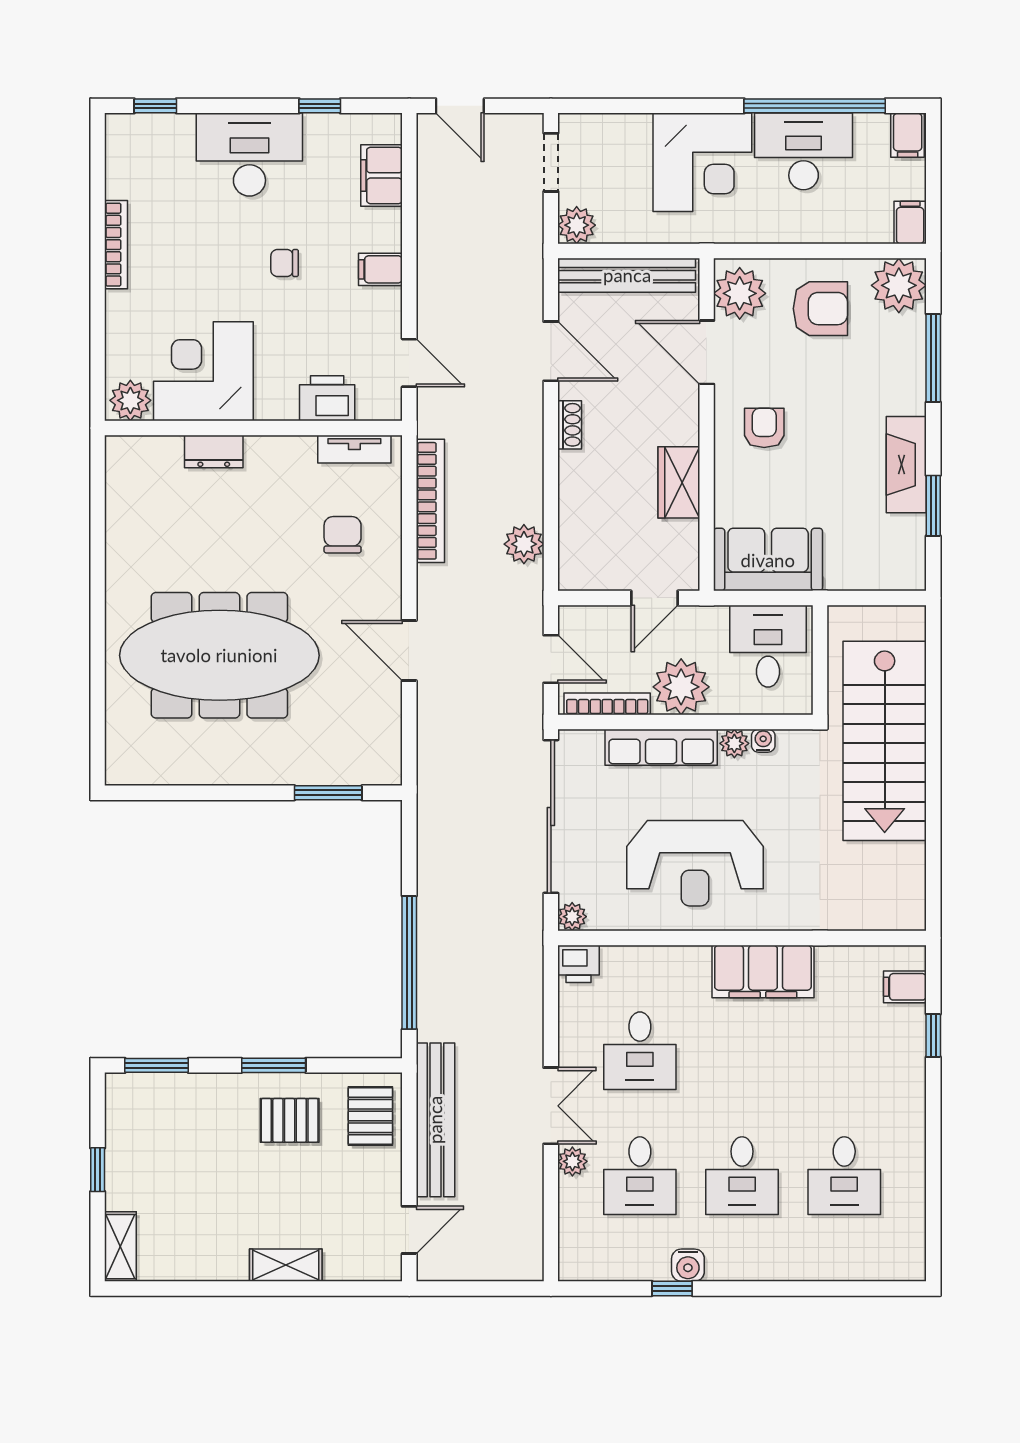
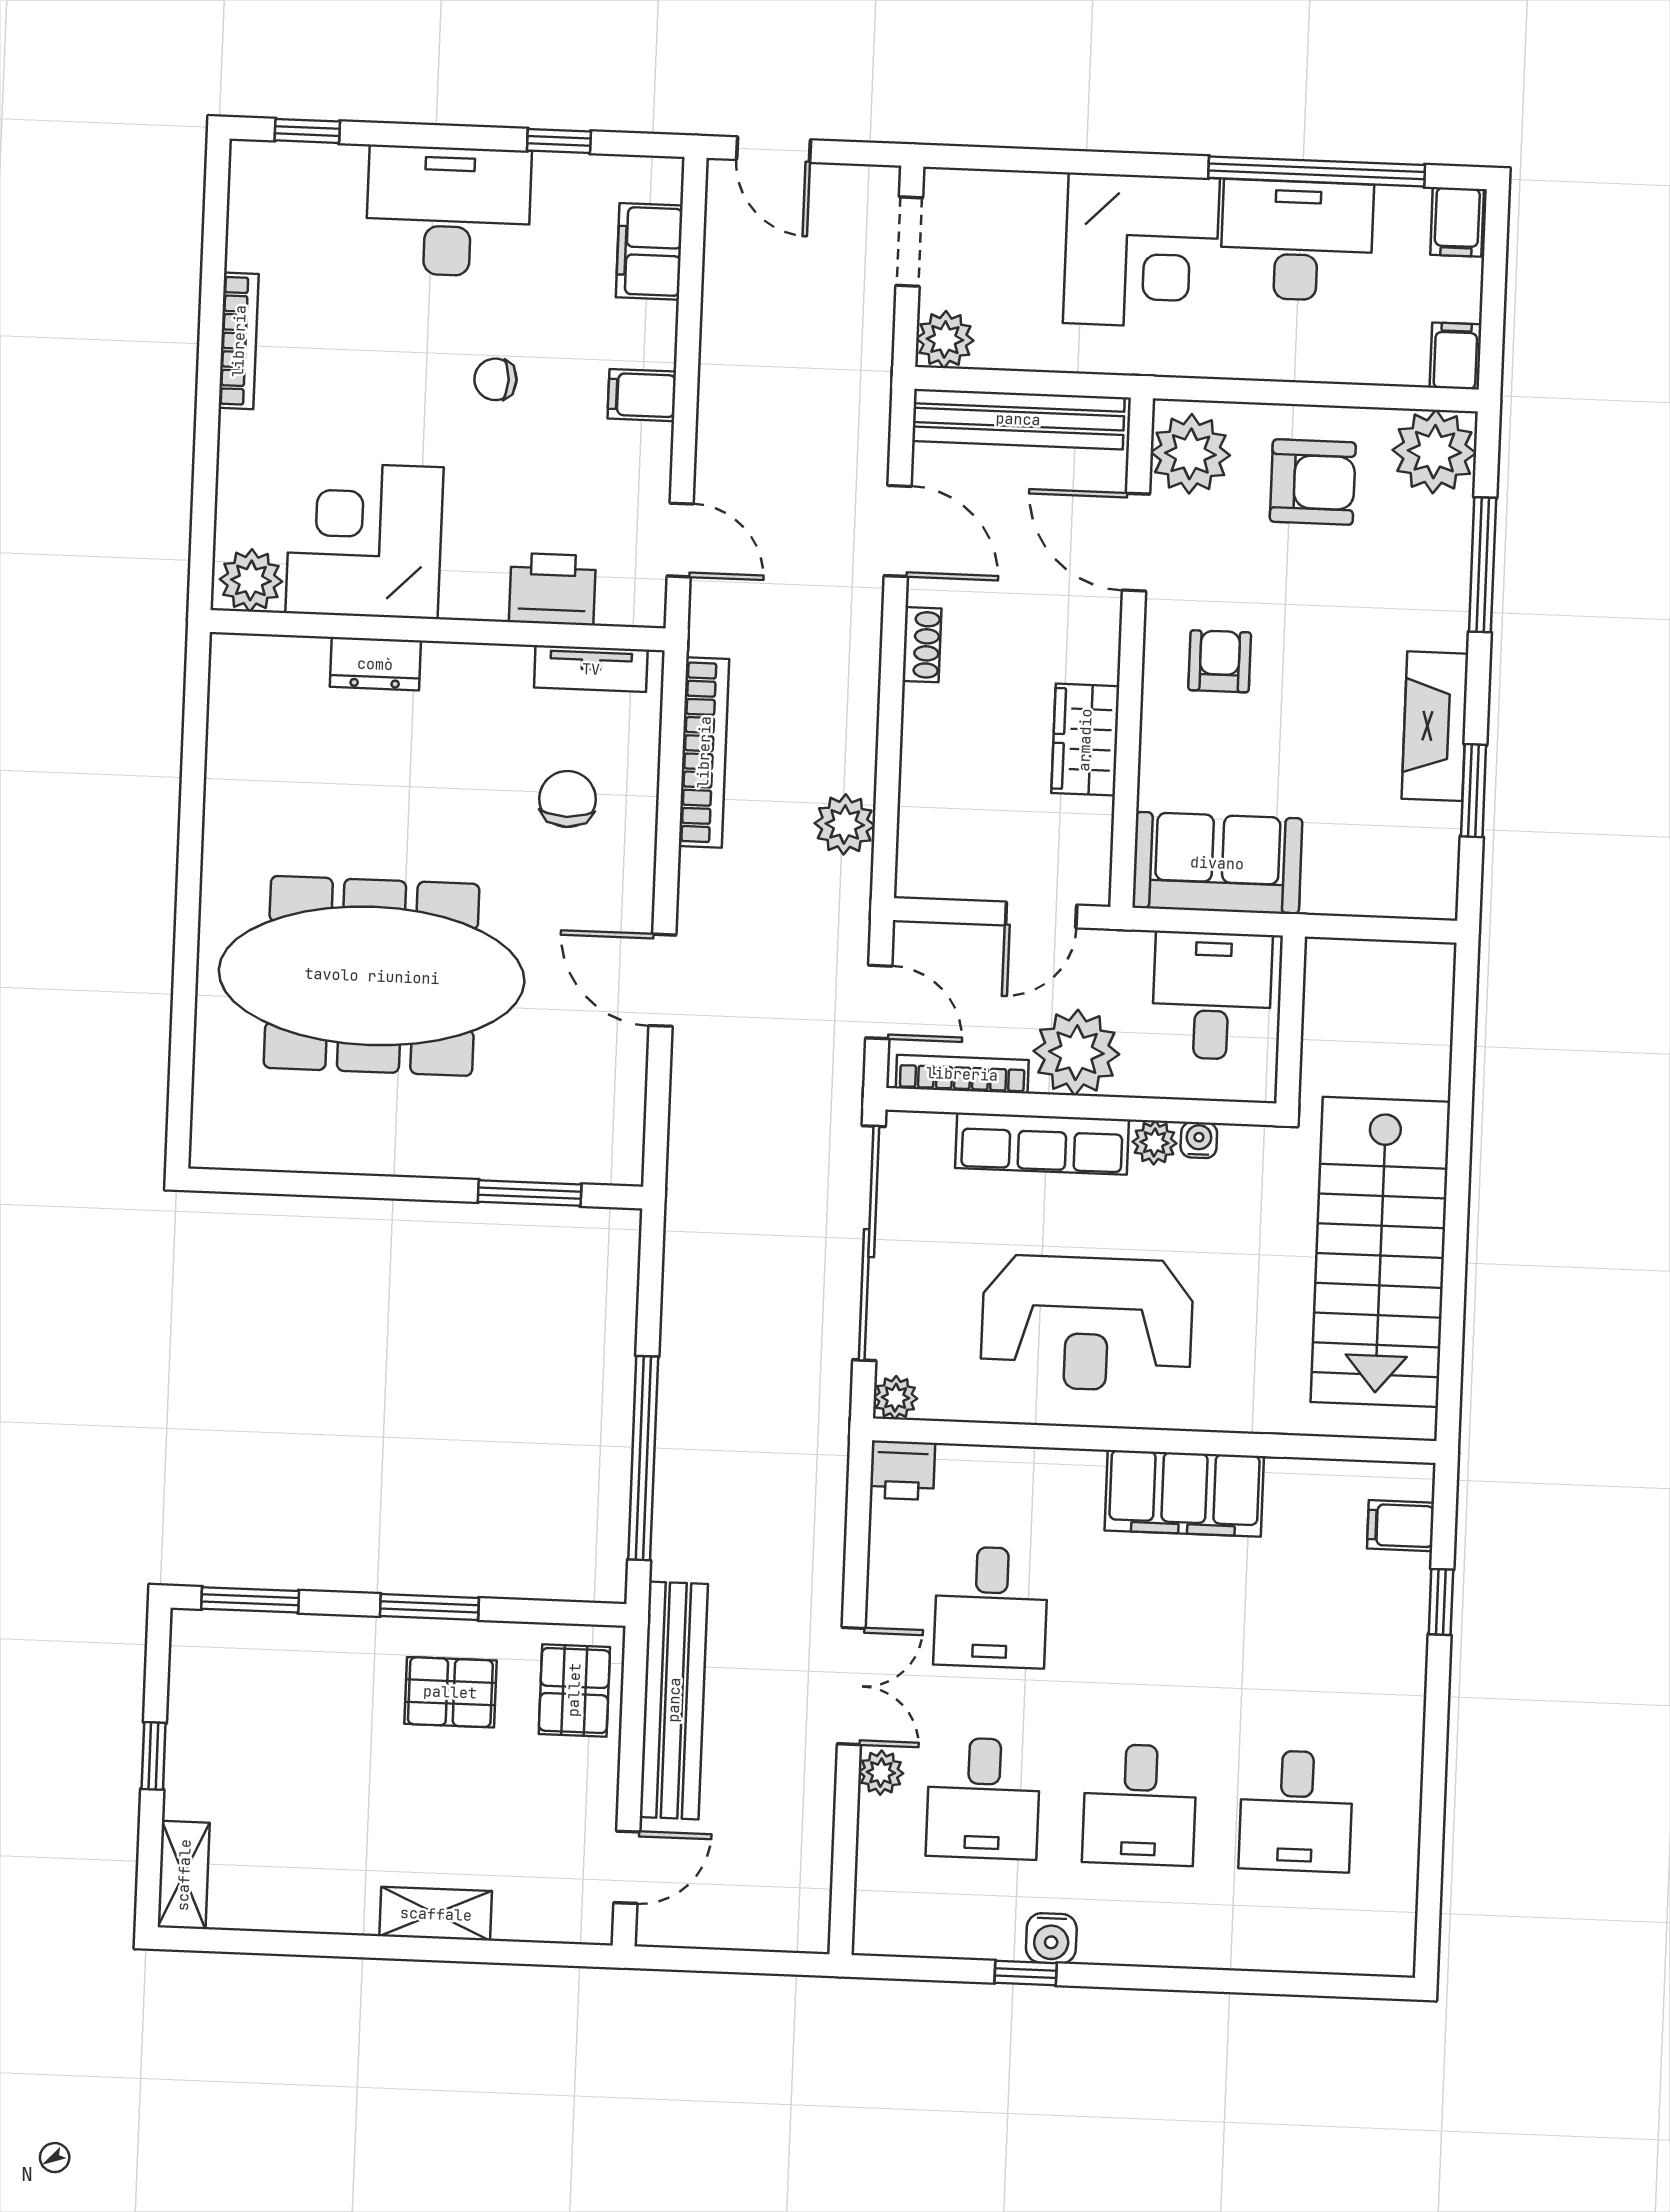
stairs: (885, 741) -> (1380, 1252), moved

